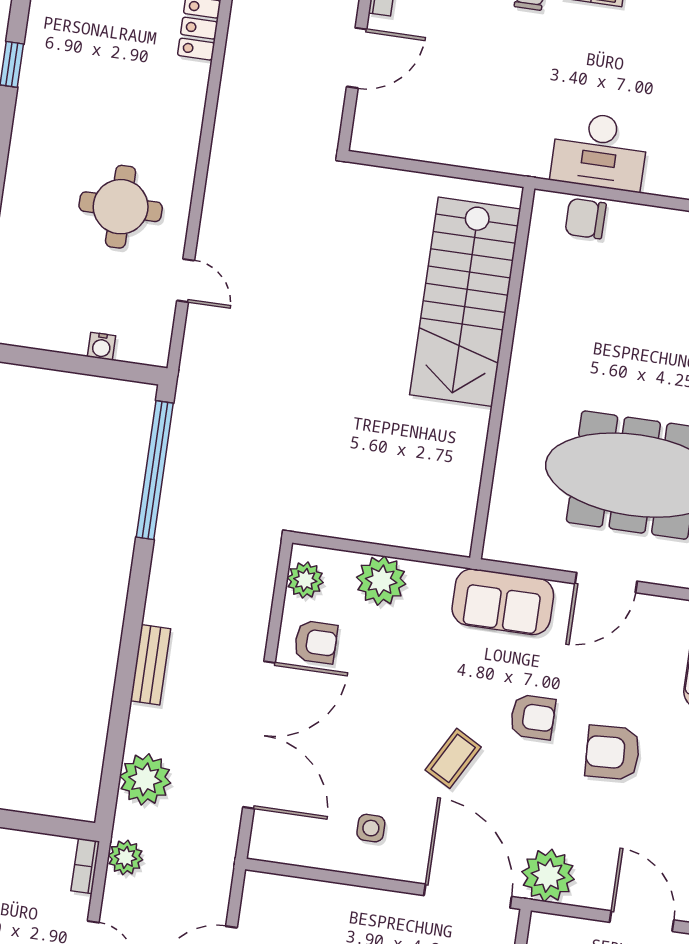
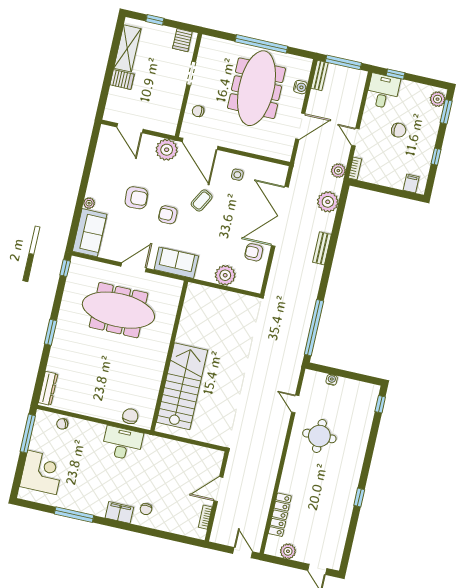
chair: (586, 219) -> (130, 416), turned -90
plant: (305, 580) -> (256, 278), removed

